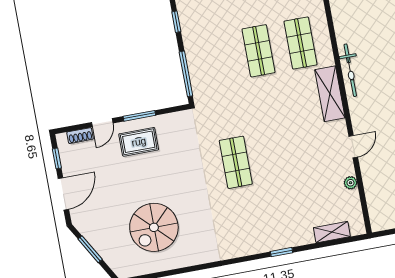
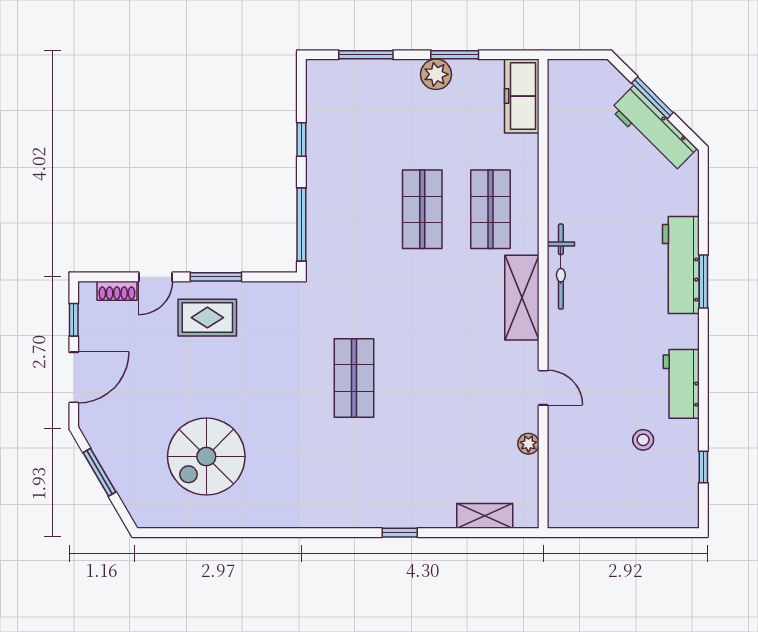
door: (353, 147) -> (543, 388), hinge flipped

